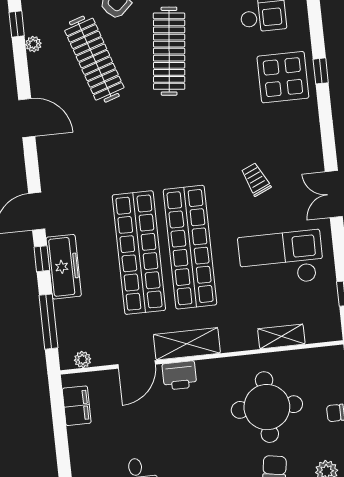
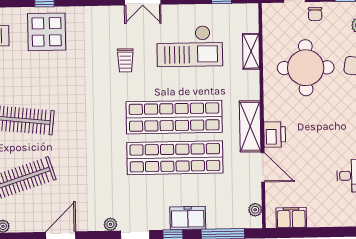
plant: (48, 179) -> (110, 224), added
trolley: (256, 179) -> (125, 60), turned -66
checkout: (281, 259) -> (190, 46), turned -90
freezer: (64, 267) -> (188, 218), width x0.71

